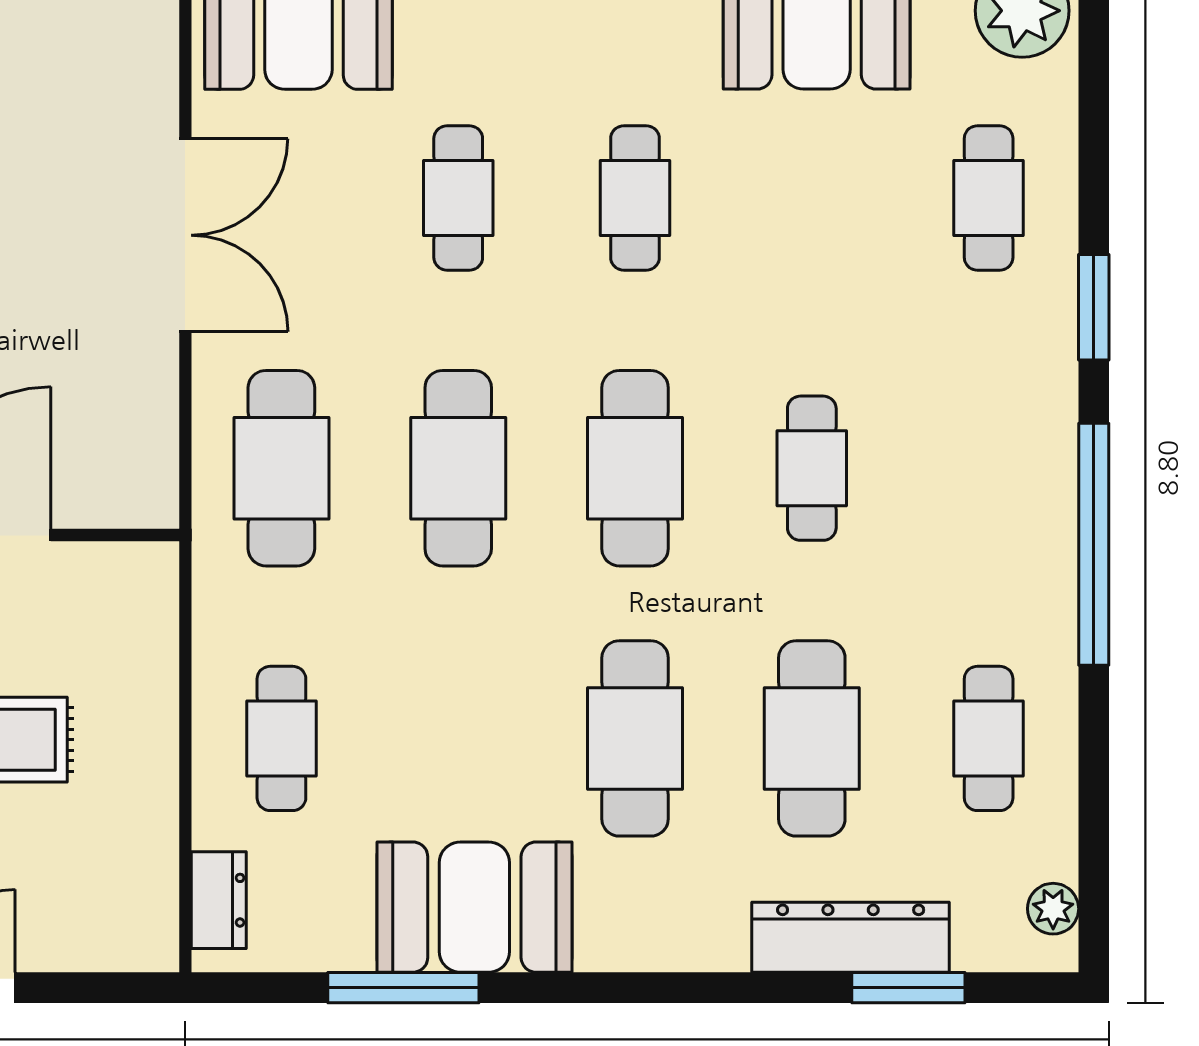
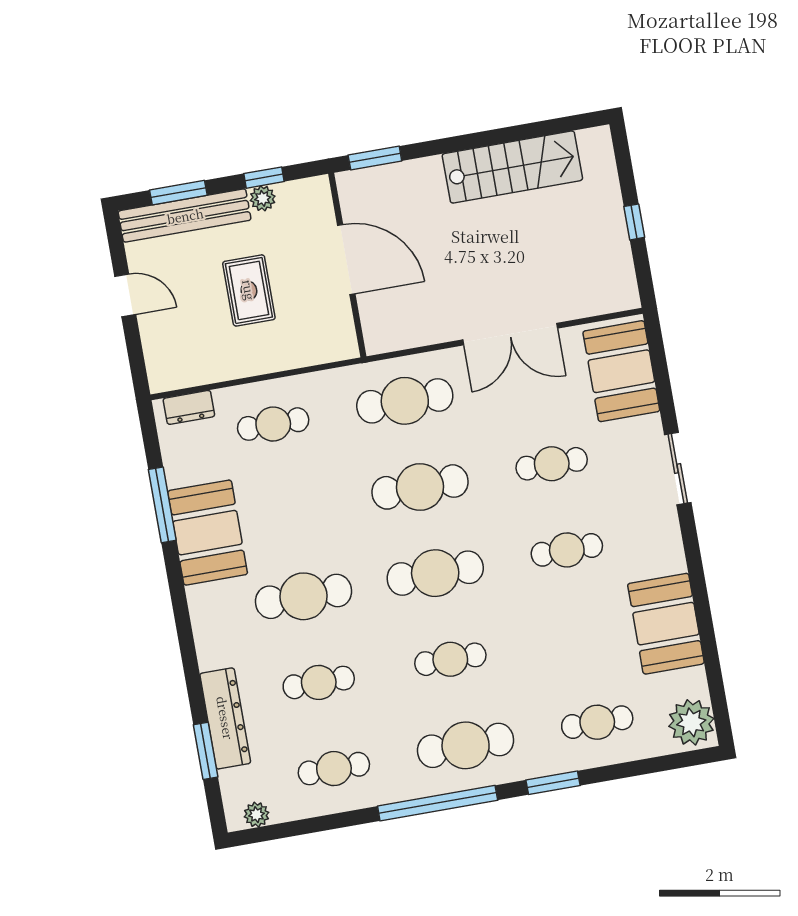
cafe table: (989, 468) -> (466, 745), added
cafe table: (812, 738) -> (319, 682), width x0.73, depth x0.74

